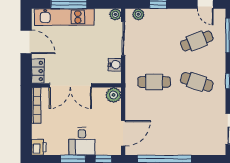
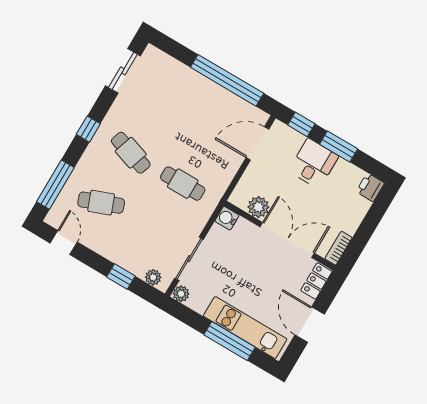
water cooler: (115, 65) -> (227, 218), moved
plant: (114, 95) -> (258, 207), moved
bookcase: (36, 105) -> (338, 248), width x0.64

